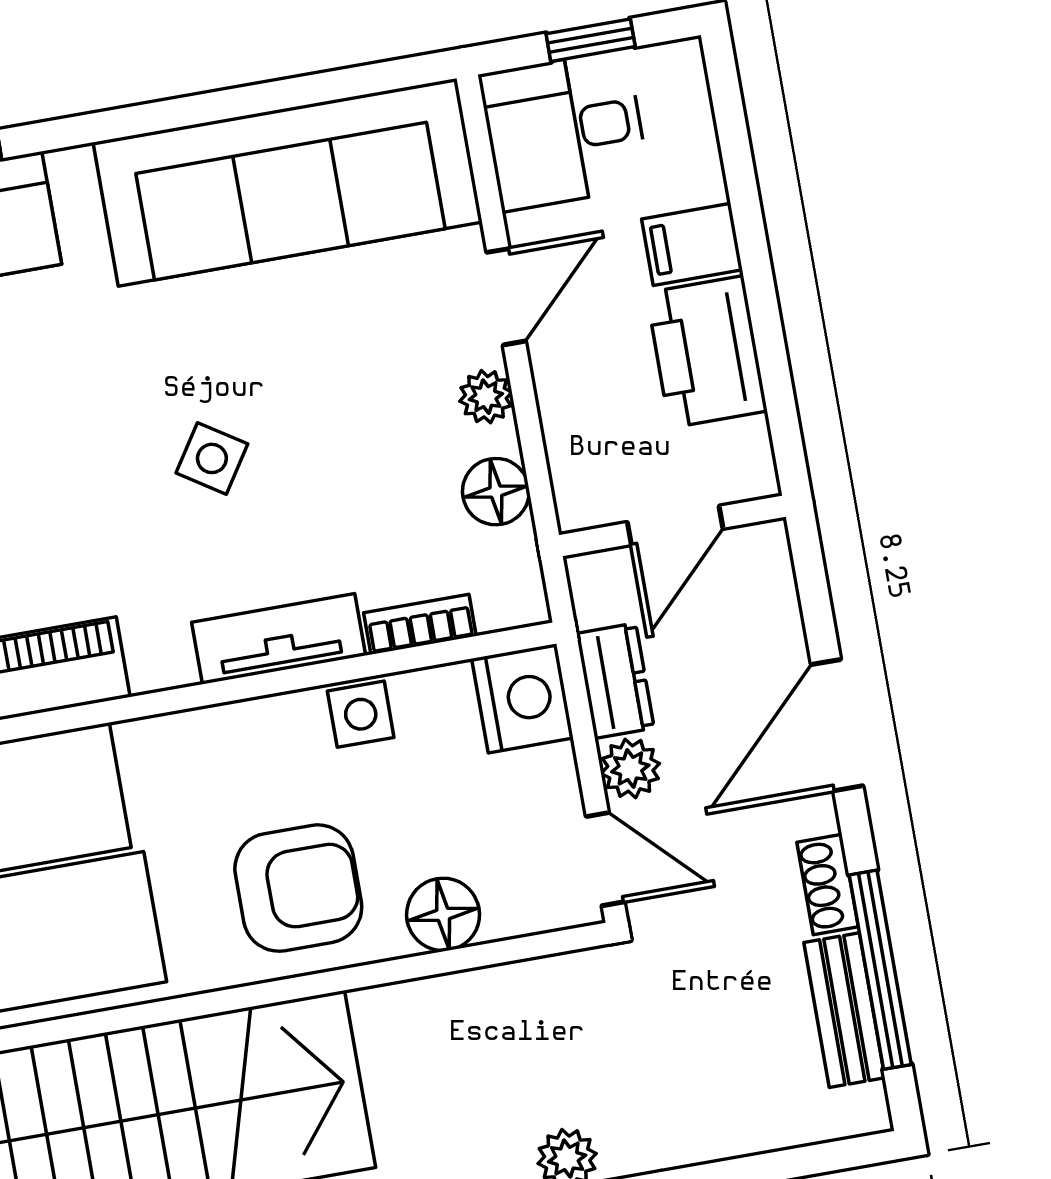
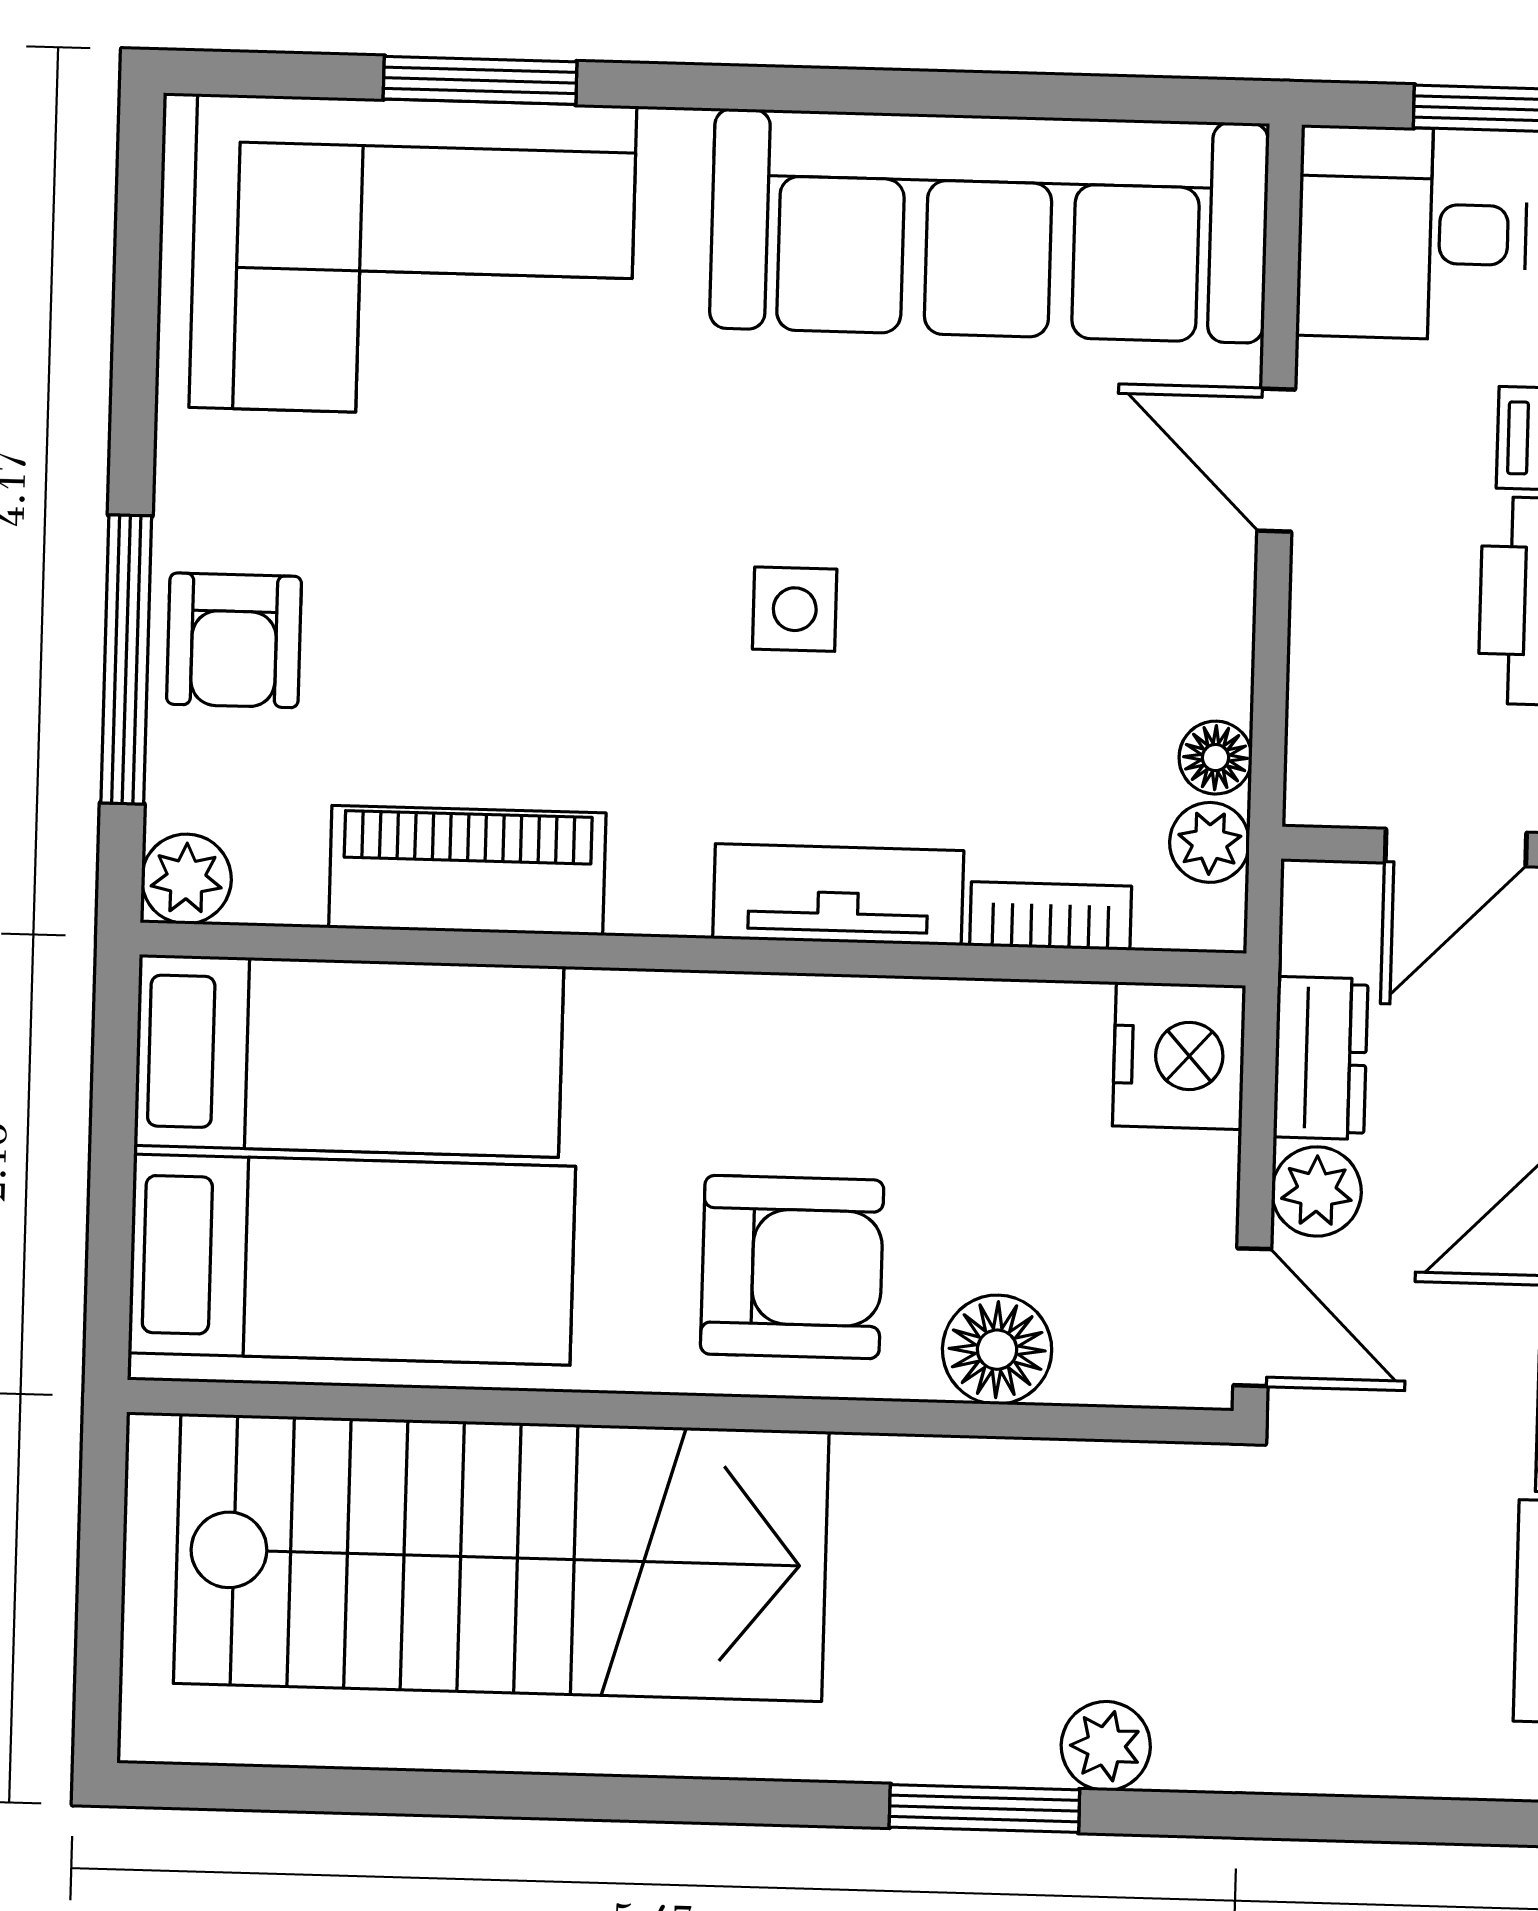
door: (506, 297) -> (1276, 460), swing flipped
plant: (486, 397) -> (1210, 842), moved
side table: (212, 458) -> (795, 609), turned -33
floor lamp: (496, 492) -> (1215, 758), width x0.73, depth x0.73
side table: (361, 714) -> (936, 1030), removed

